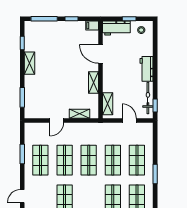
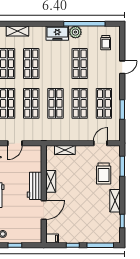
workbench: (116, 28) -> (34, 186), moved, turned -90
door: (100, 54) -> (44, 210), hinge flipped
trolley: (41, 90) -> (104, 174), added
shelving: (108, 104) -> (36, 160), removed
door: (57, 120) -> (100, 143), moved
door: (129, 120) -> (15, 143), hinge flipped

